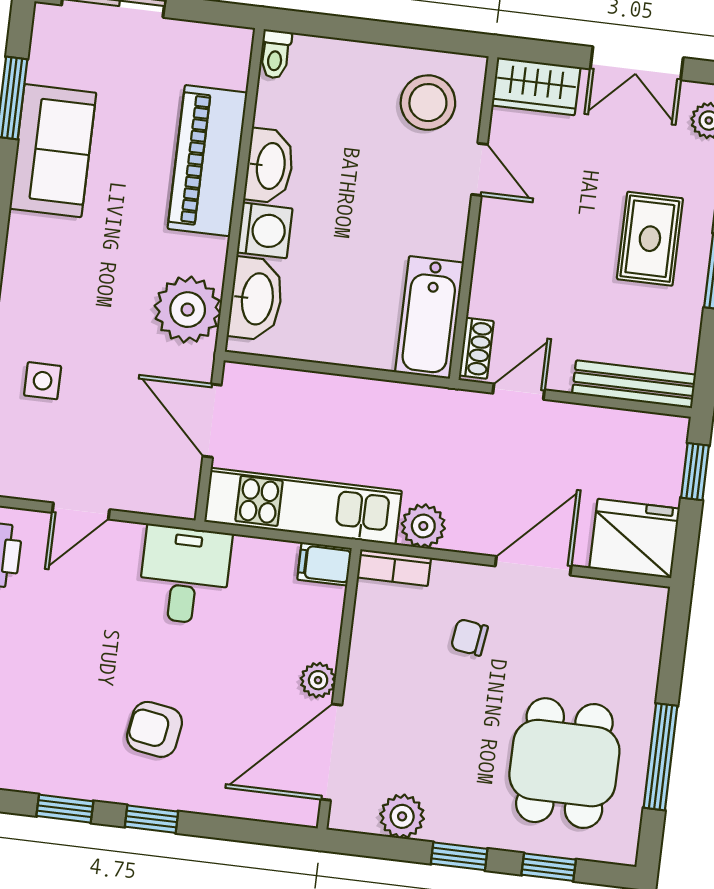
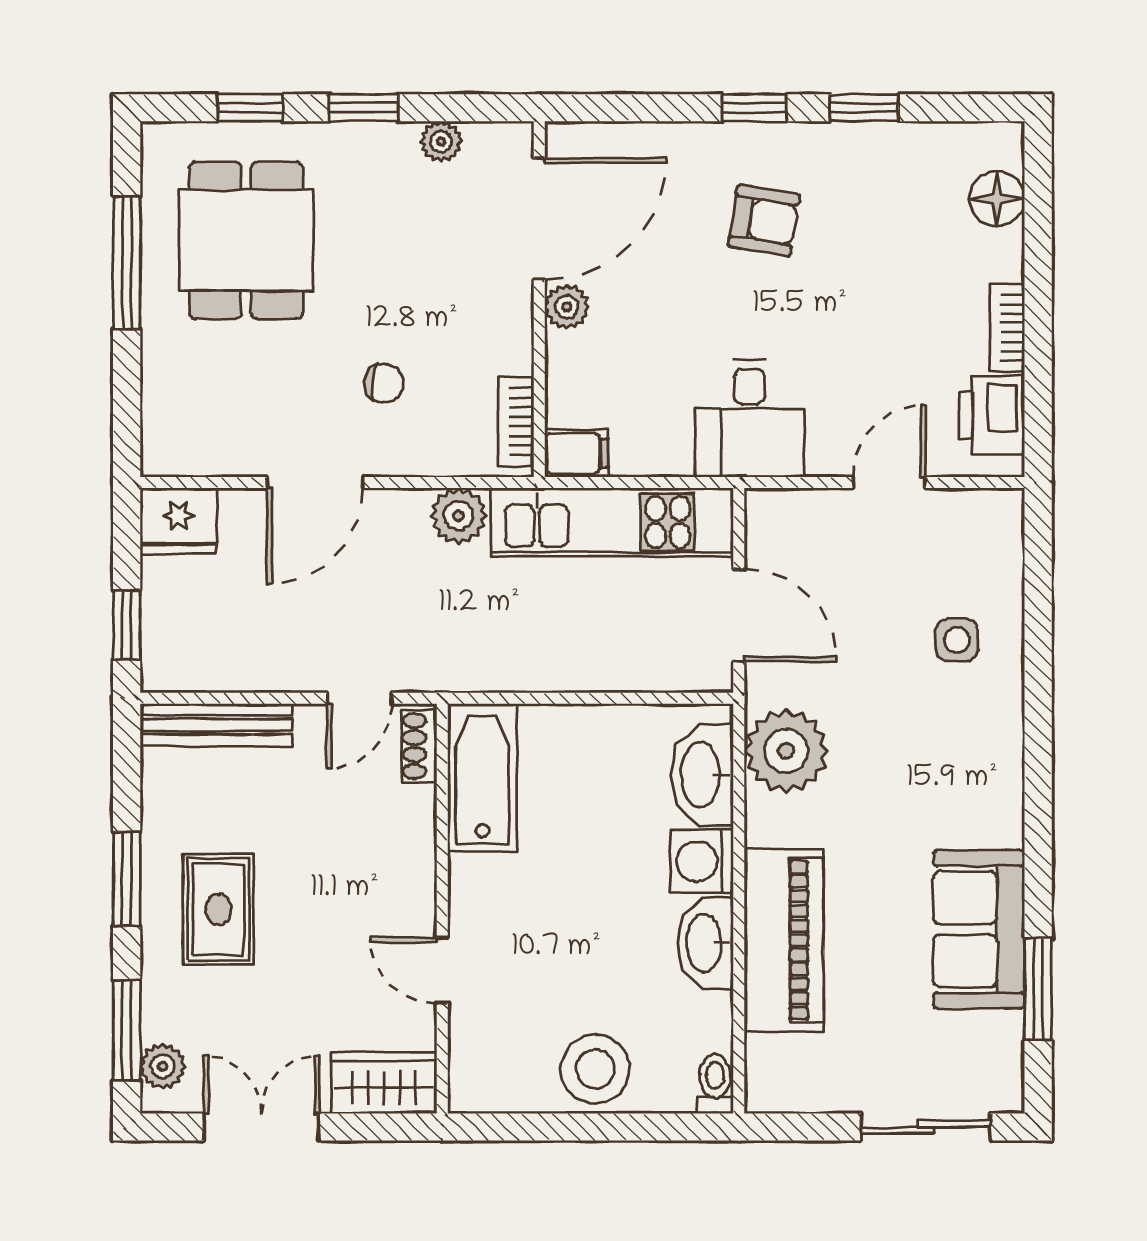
stool: (428, 103) -> (595, 1069), moved
fridge: (634, 538) -> (178, 521), width x0.73, depth x0.75
bookcase: (394, 568) -> (516, 422), moved, turned -90
plant: (402, 816) -> (441, 142), width x0.73, depth x0.73

